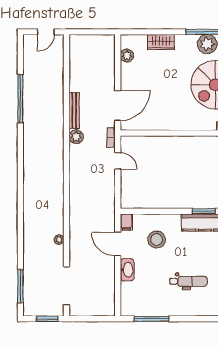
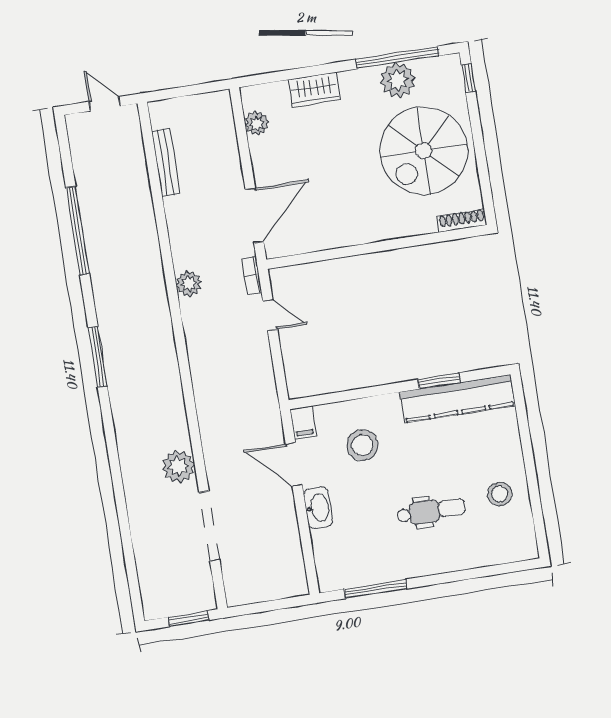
door: (46, 32) -> (105, 104), swing flipped
bench: (74, 111) -> (166, 163), moved
plant: (59, 240) -> (178, 467), width x1.88, depth x1.88
window: (20, 286) -> (98, 357), moved
doorway: (66, 286) -> (209, 526), moved

